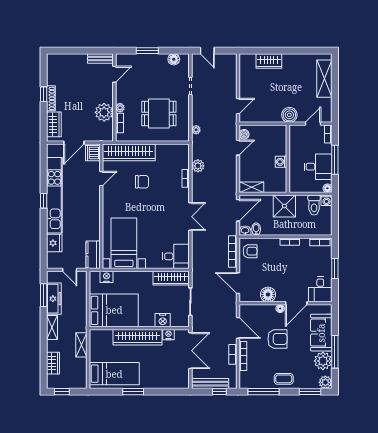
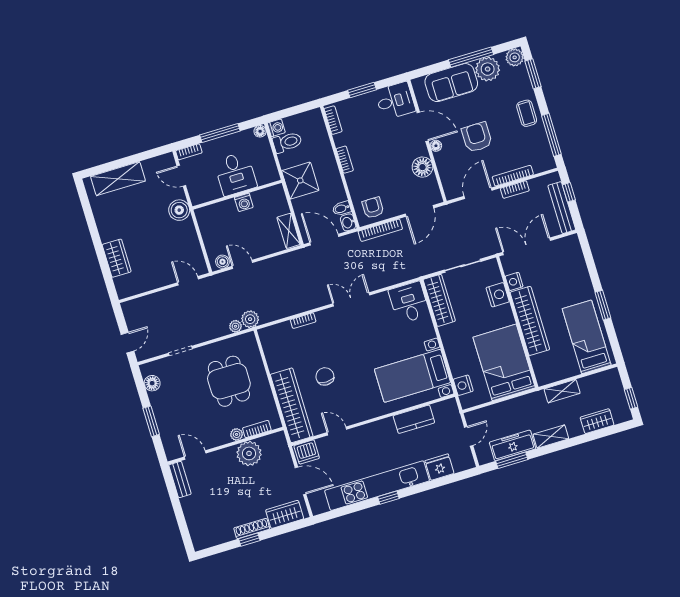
plant: (198, 166) -> (250, 319), moved
desk: (318, 167) -> (235, 174), moved, turned 180
kitchen counter: (93, 255) -> (414, 419), moved

